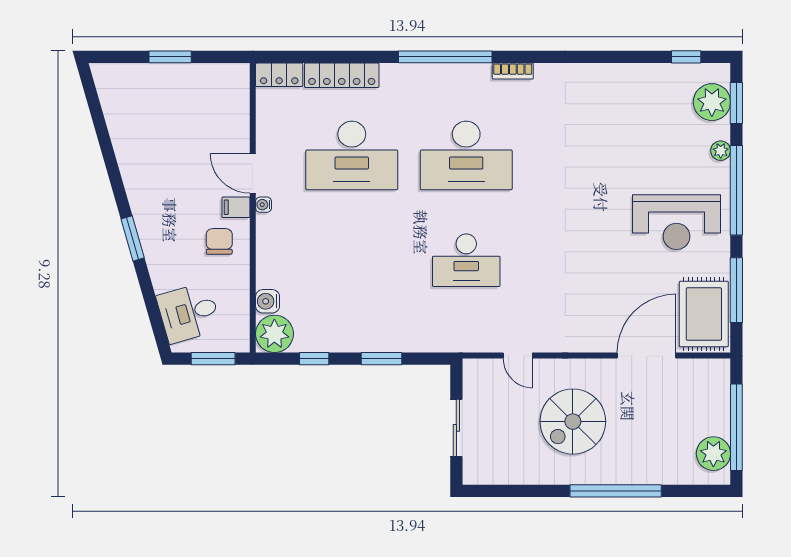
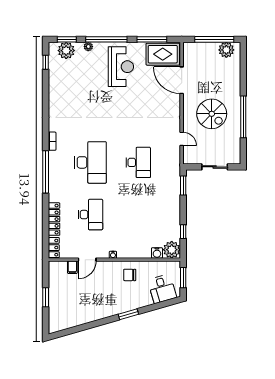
desk: (352, 155) -> (91, 215), width x0.73, depth x0.77
door: (253, 173) -> (87, 260), moved
filing cabinet: (236, 207) -> (72, 267), moved
door: (518, 356) -> (182, 139), hinge flipped
window: (382, 359) -> (183, 186), moved
window: (616, 491) -> (243, 117), moved

